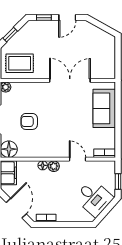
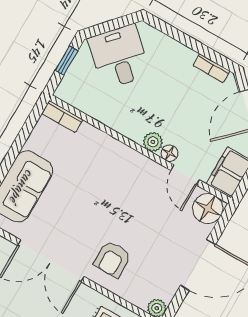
armchair: (29, 121) -> (112, 259), moved, turned 90
door: (77, 159) -> (185, 175), moved

